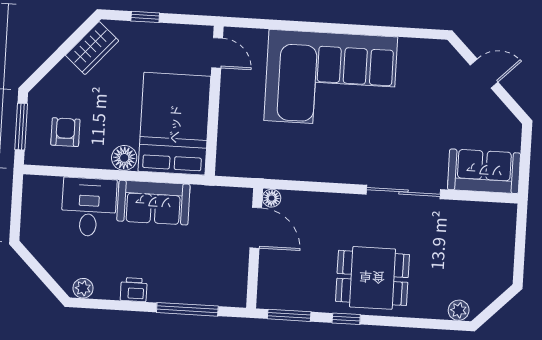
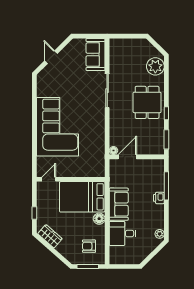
printer: (134, 290) -> (159, 198), moved
plant: (459, 310) -> (155, 66), width x1.88, depth x1.88

